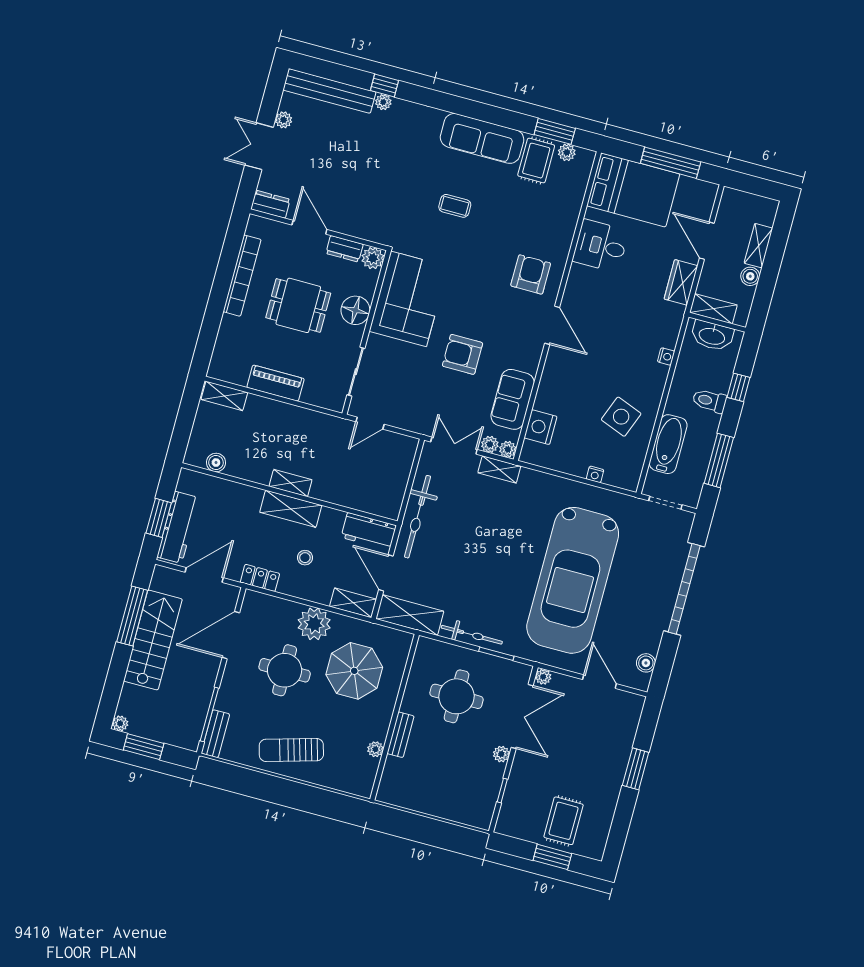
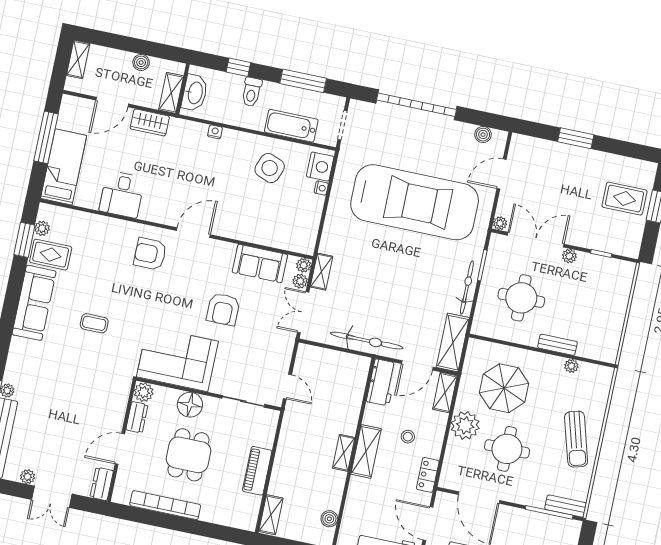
bed: (633, 190) -> (64, 167), width x0.67
coffee table: (455, 206) -> (94, 323), turned 90
shelving: (758, 246) -> (78, 59), moved, turned 90
nightstand: (541, 427) -> (320, 167), moved, turned -90

